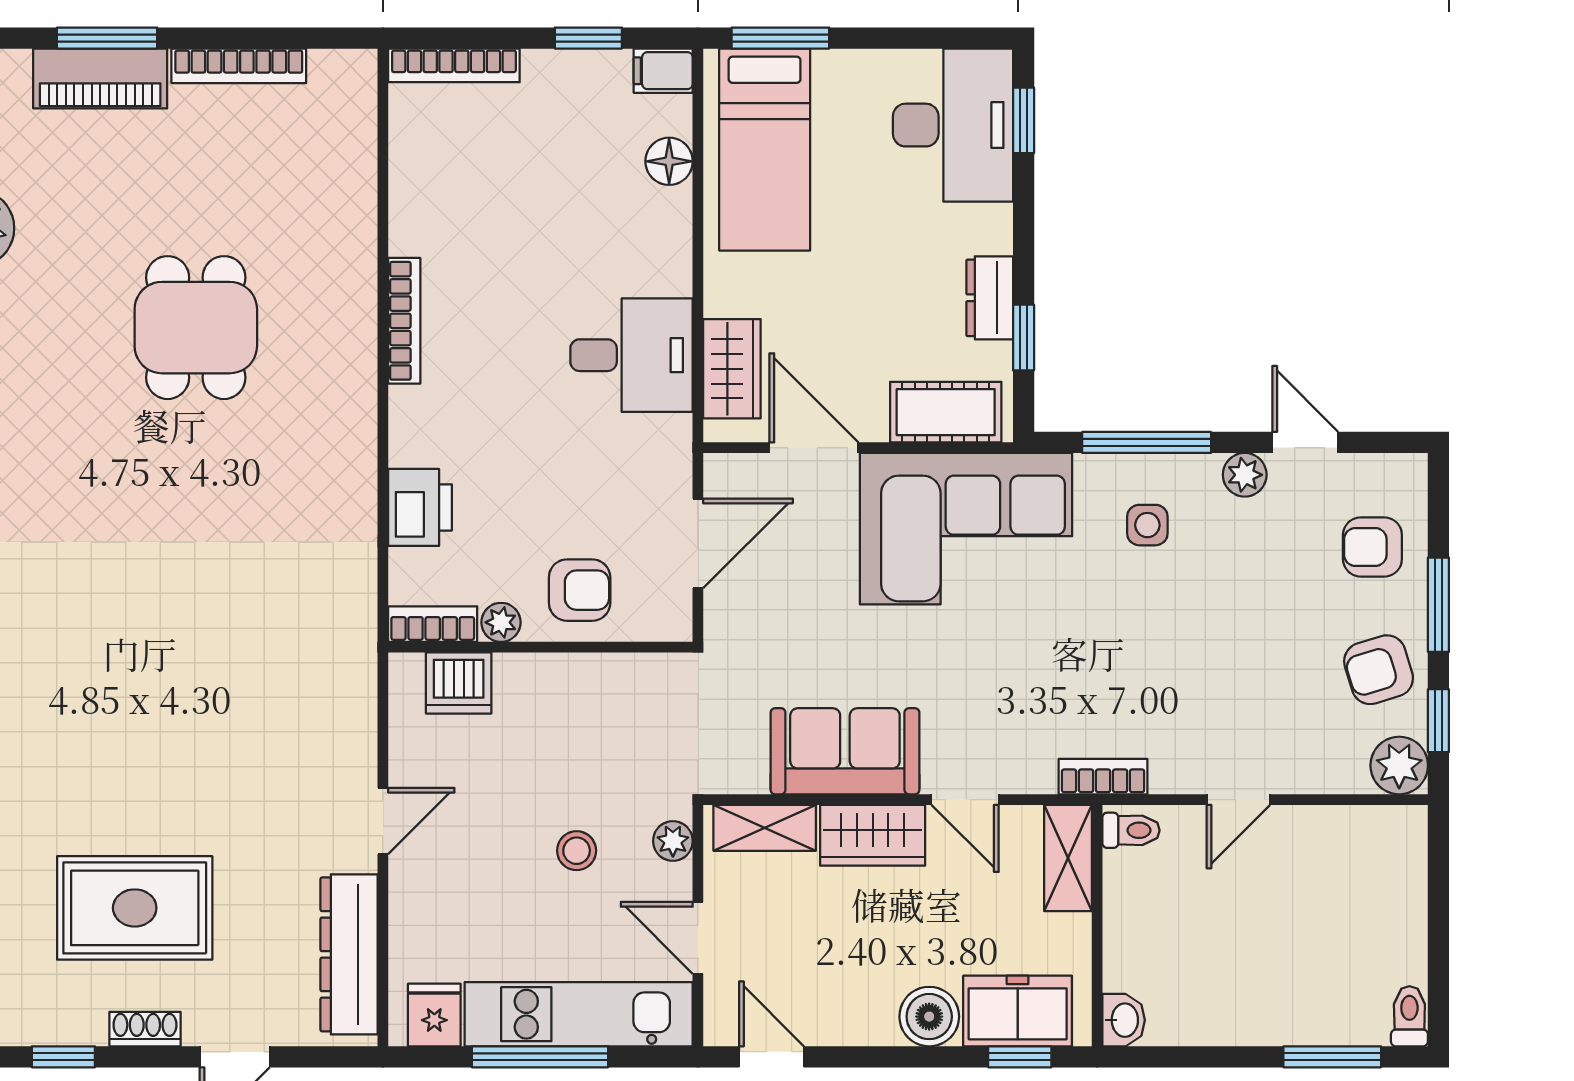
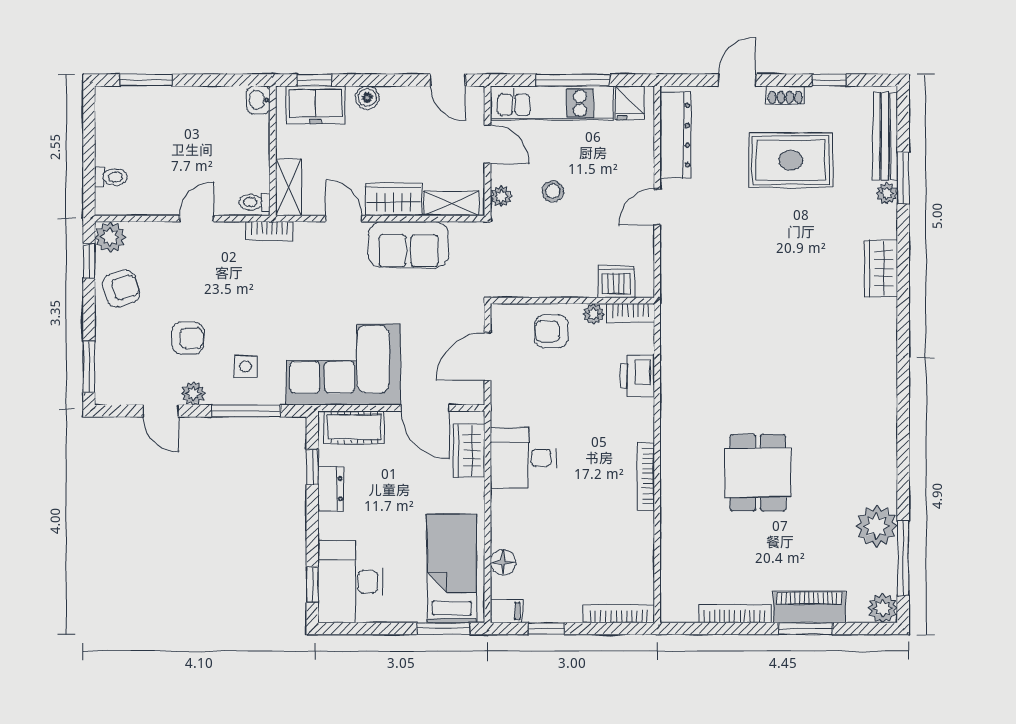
armchair: (1372, 547) -> (188, 338), moved
window: (1438, 605) -> (89, 367), moved
toilet: (1409, 1016) -> (111, 177), moved, turned -90
boiler: (929, 1017) -> (367, 98), width x0.73, depth x0.73

